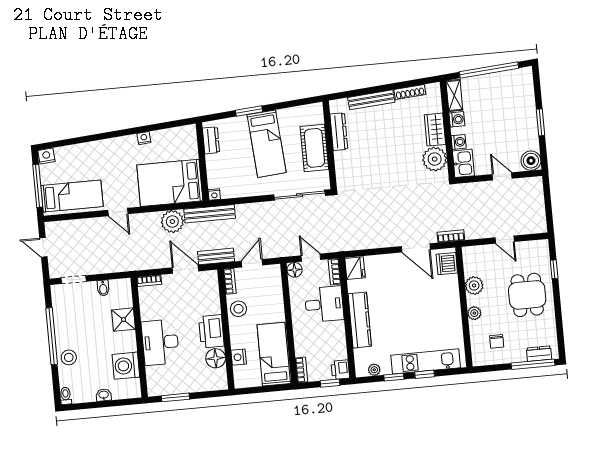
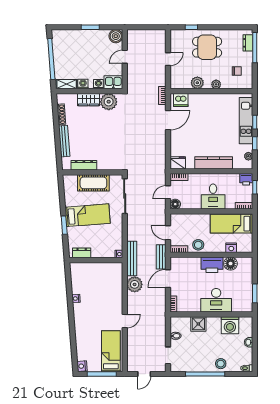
bed: (170, 183) -> (108, 284), removed
desk: (324, 304) -> (213, 197), moved, turned 180

